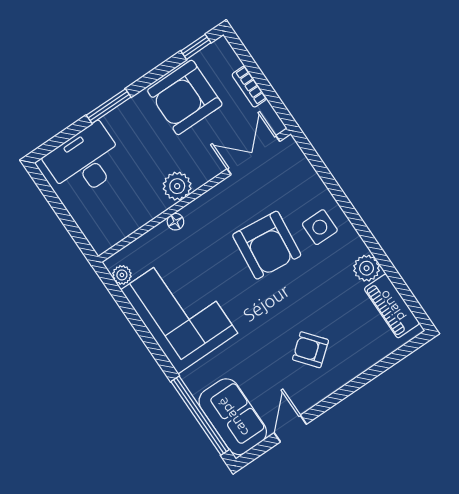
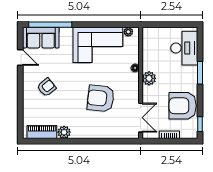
armchair: (185, 97) -> (183, 106), turned -90
side table: (320, 227) -> (93, 125), removed

